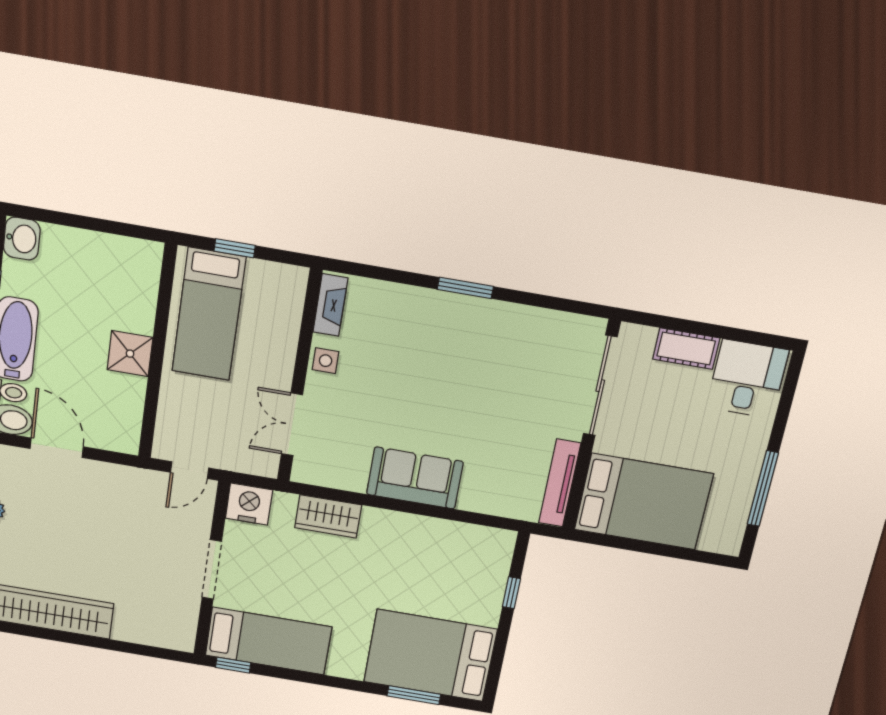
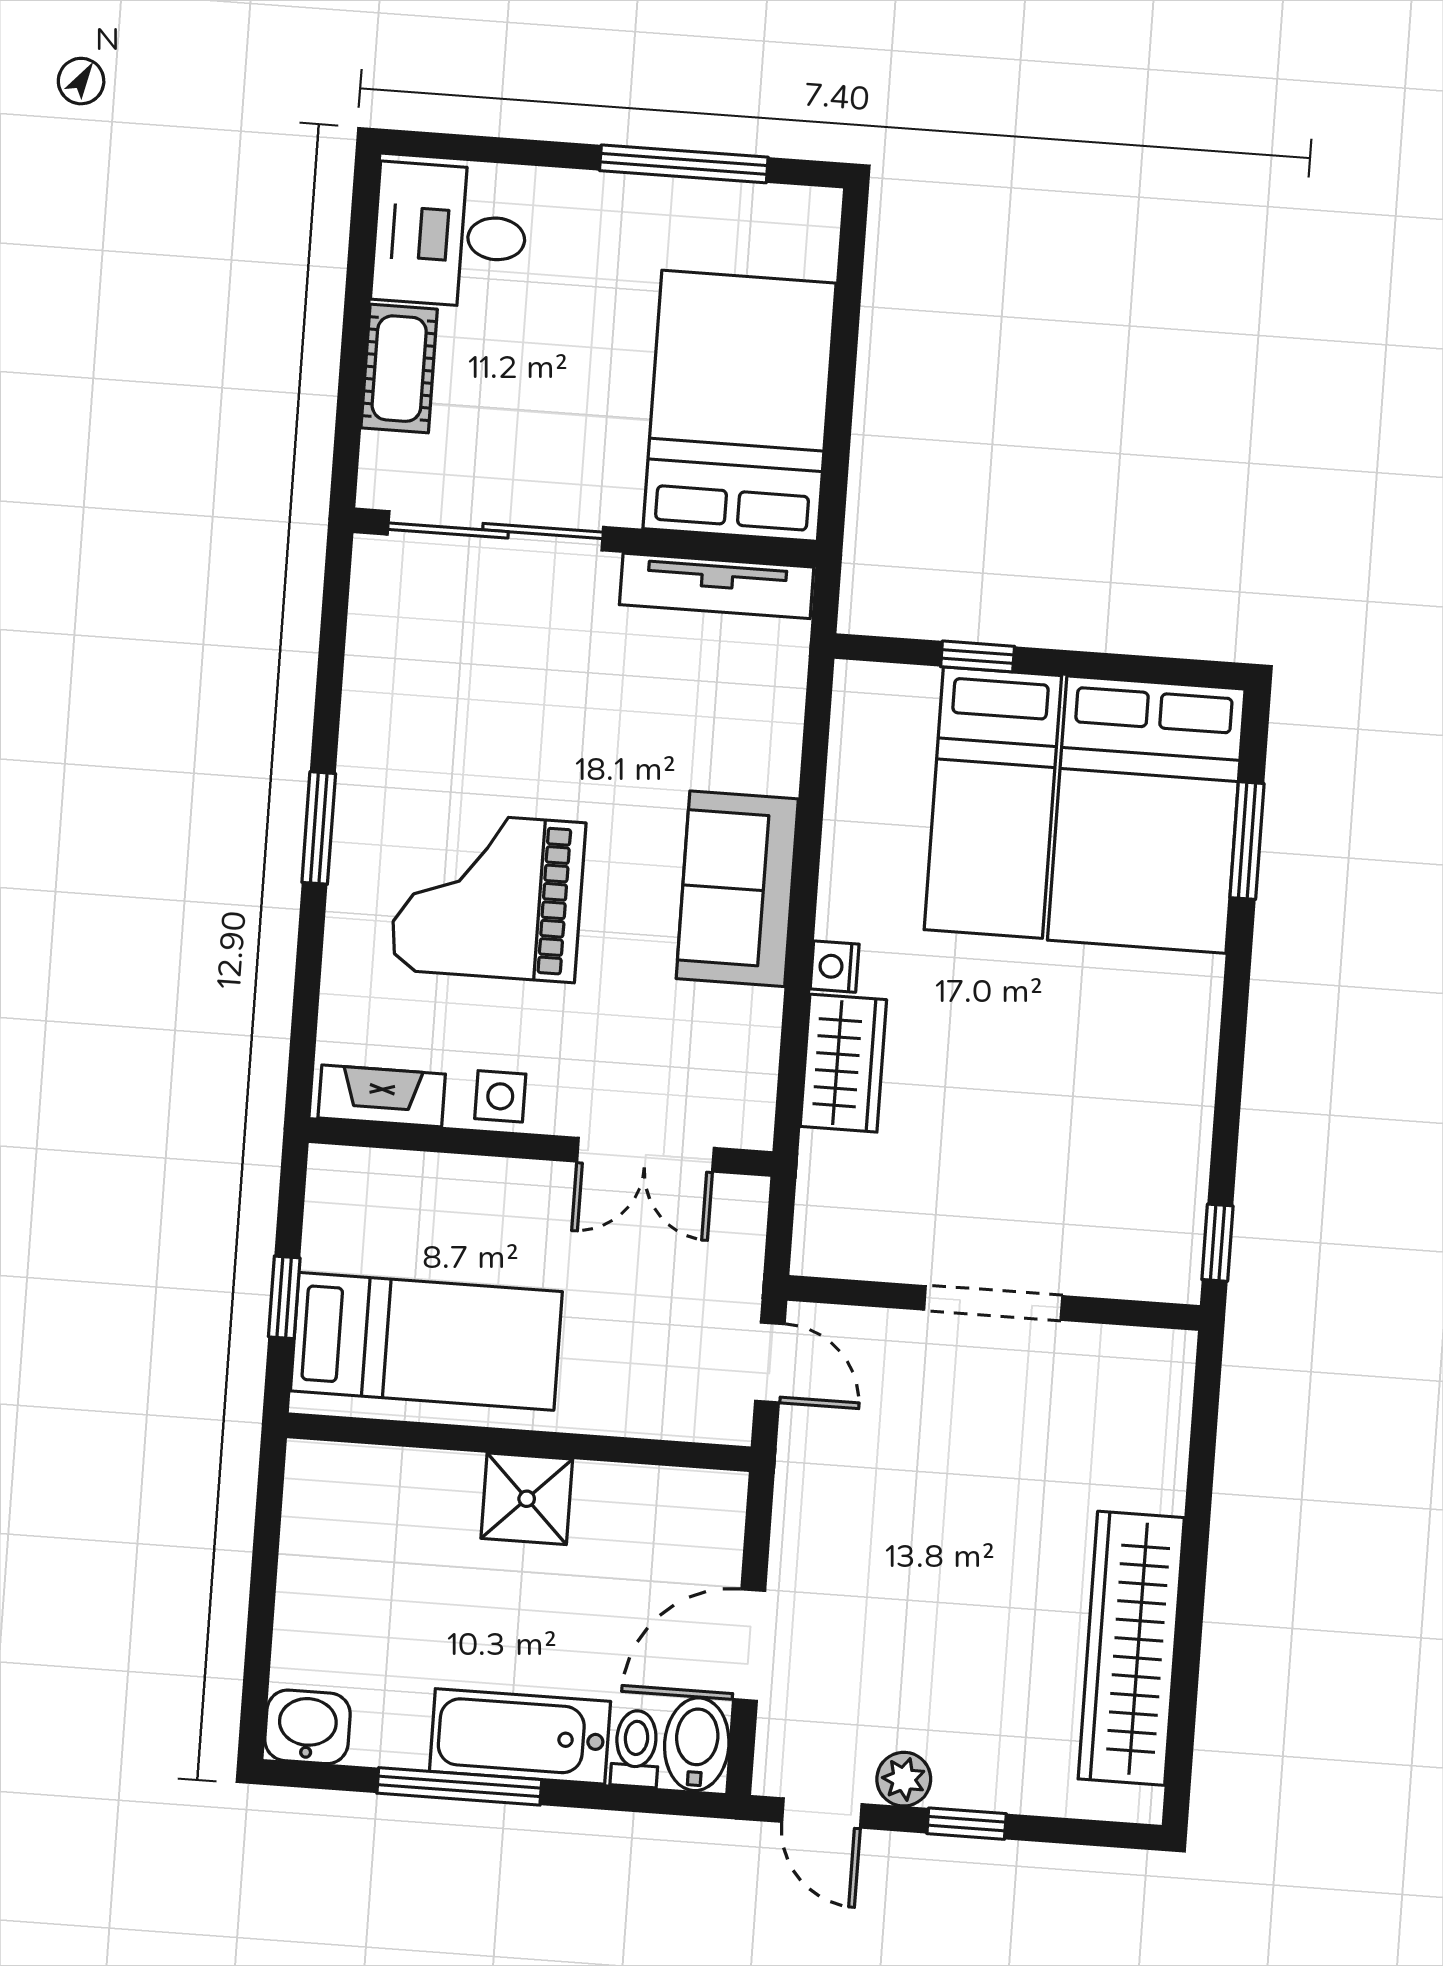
grand piano: (423, 365) -> (488, 896), added
nightstand: (249, 504) -> (835, 967), moved, width x0.53, depth x0.56
bed: (268, 641) -> (993, 803), moved, turned 180

